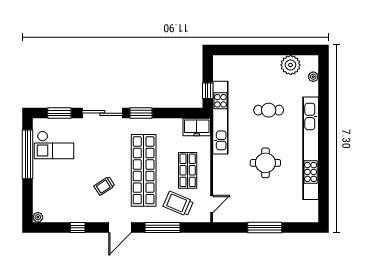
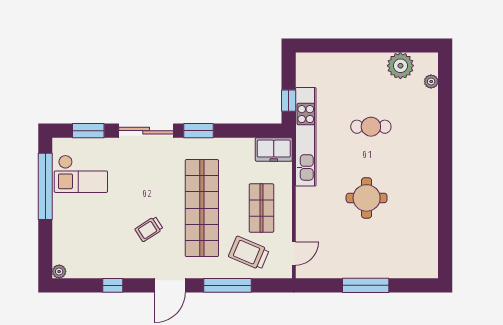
kitchen unit: (311, 148) -> (428, 178), removed

